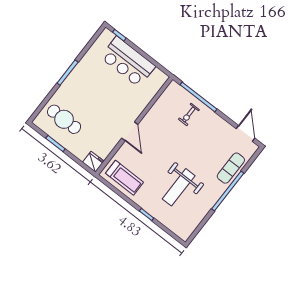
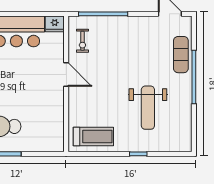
exercise bike: (189, 114) -> (82, 41), moved
door: (130, 131) -> (66, 75), moved
fridge: (93, 162) -> (55, 24), moved, turned 180

